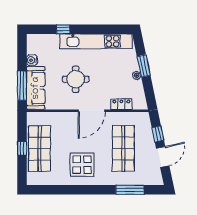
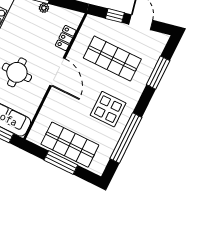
window: (22, 148) -> (61, 163), width x2.17
window: (66, 190) -> (126, 138), added

